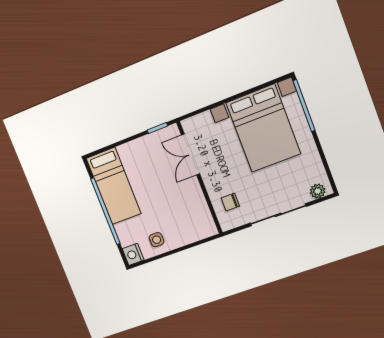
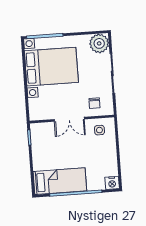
double door: (191, 155) -> (69, 119), moved
plant: (318, 191) -> (99, 43), width x1.88, depth x1.88
side table: (157, 240) -> (99, 130), moved

